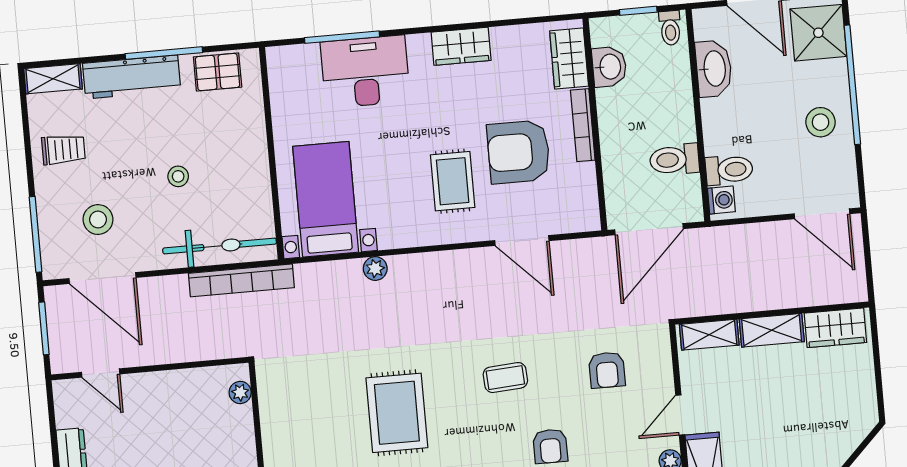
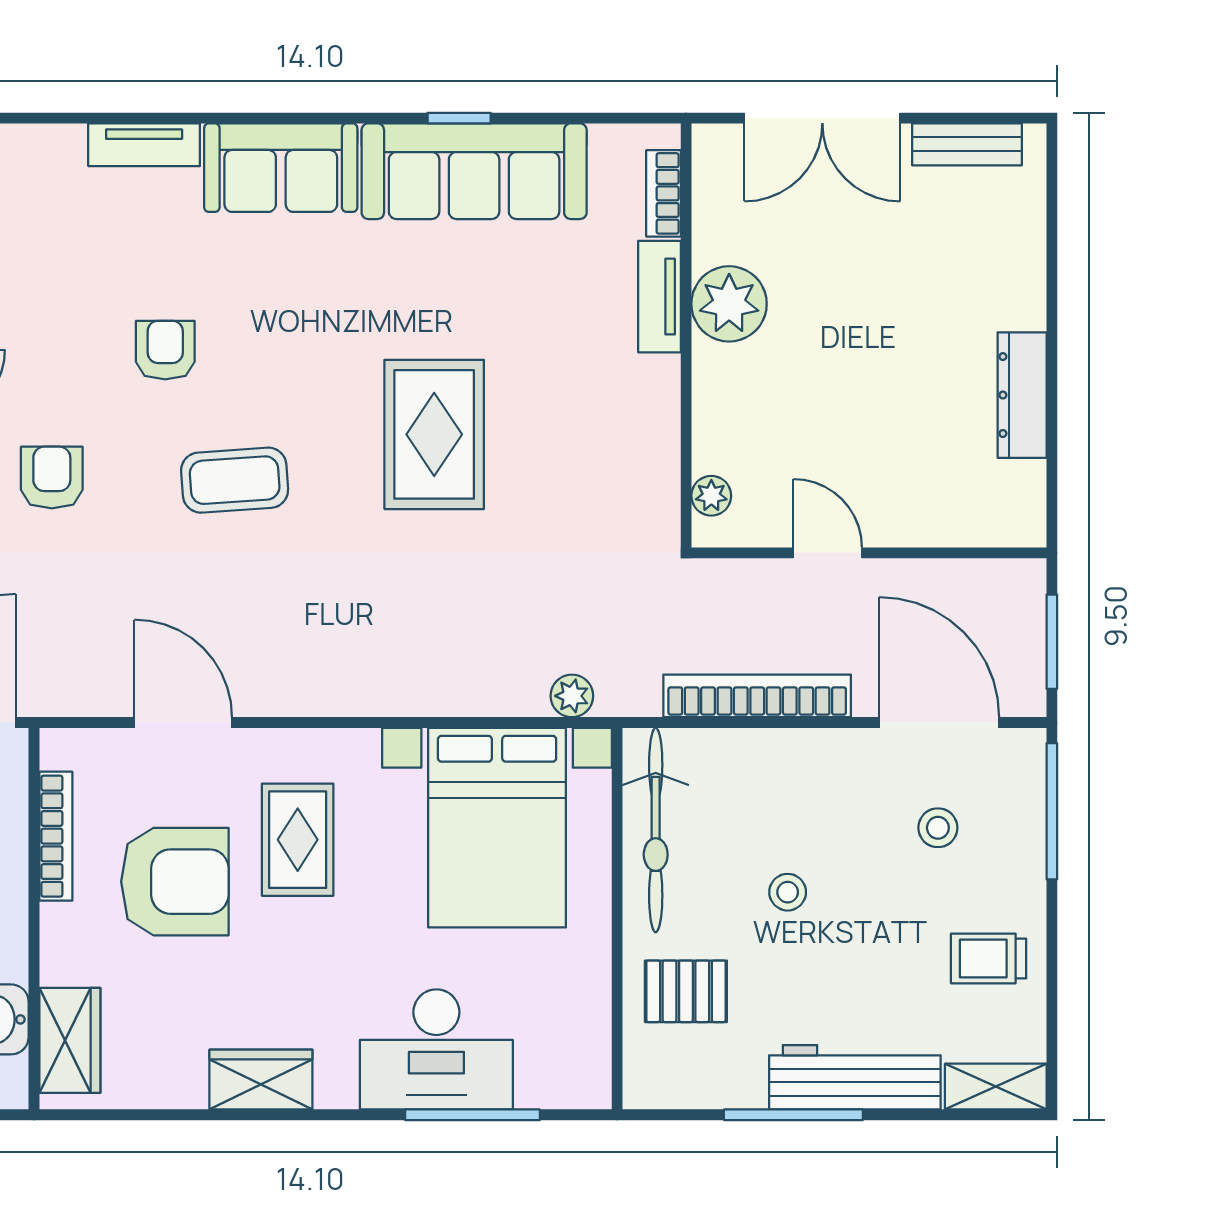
pallet: (218, 72) -> (686, 991), moved
bookcase: (583, 125) -> (56, 836), moved
bed with nightstands: (326, 199) -> (497, 828), width x1.36
stool: (98, 220) -> (938, 828), width x0.73, depth x0.73
bicycle: (220, 246) -> (656, 830), moved, turned -90
plant: (375, 268) -> (572, 696), moved
bookcase: (241, 280) -> (757, 696), moved
door: (101, 373) -> (828, 553), moved
coffee table: (505, 378) -> (235, 480), width x1.36, depth x1.30

